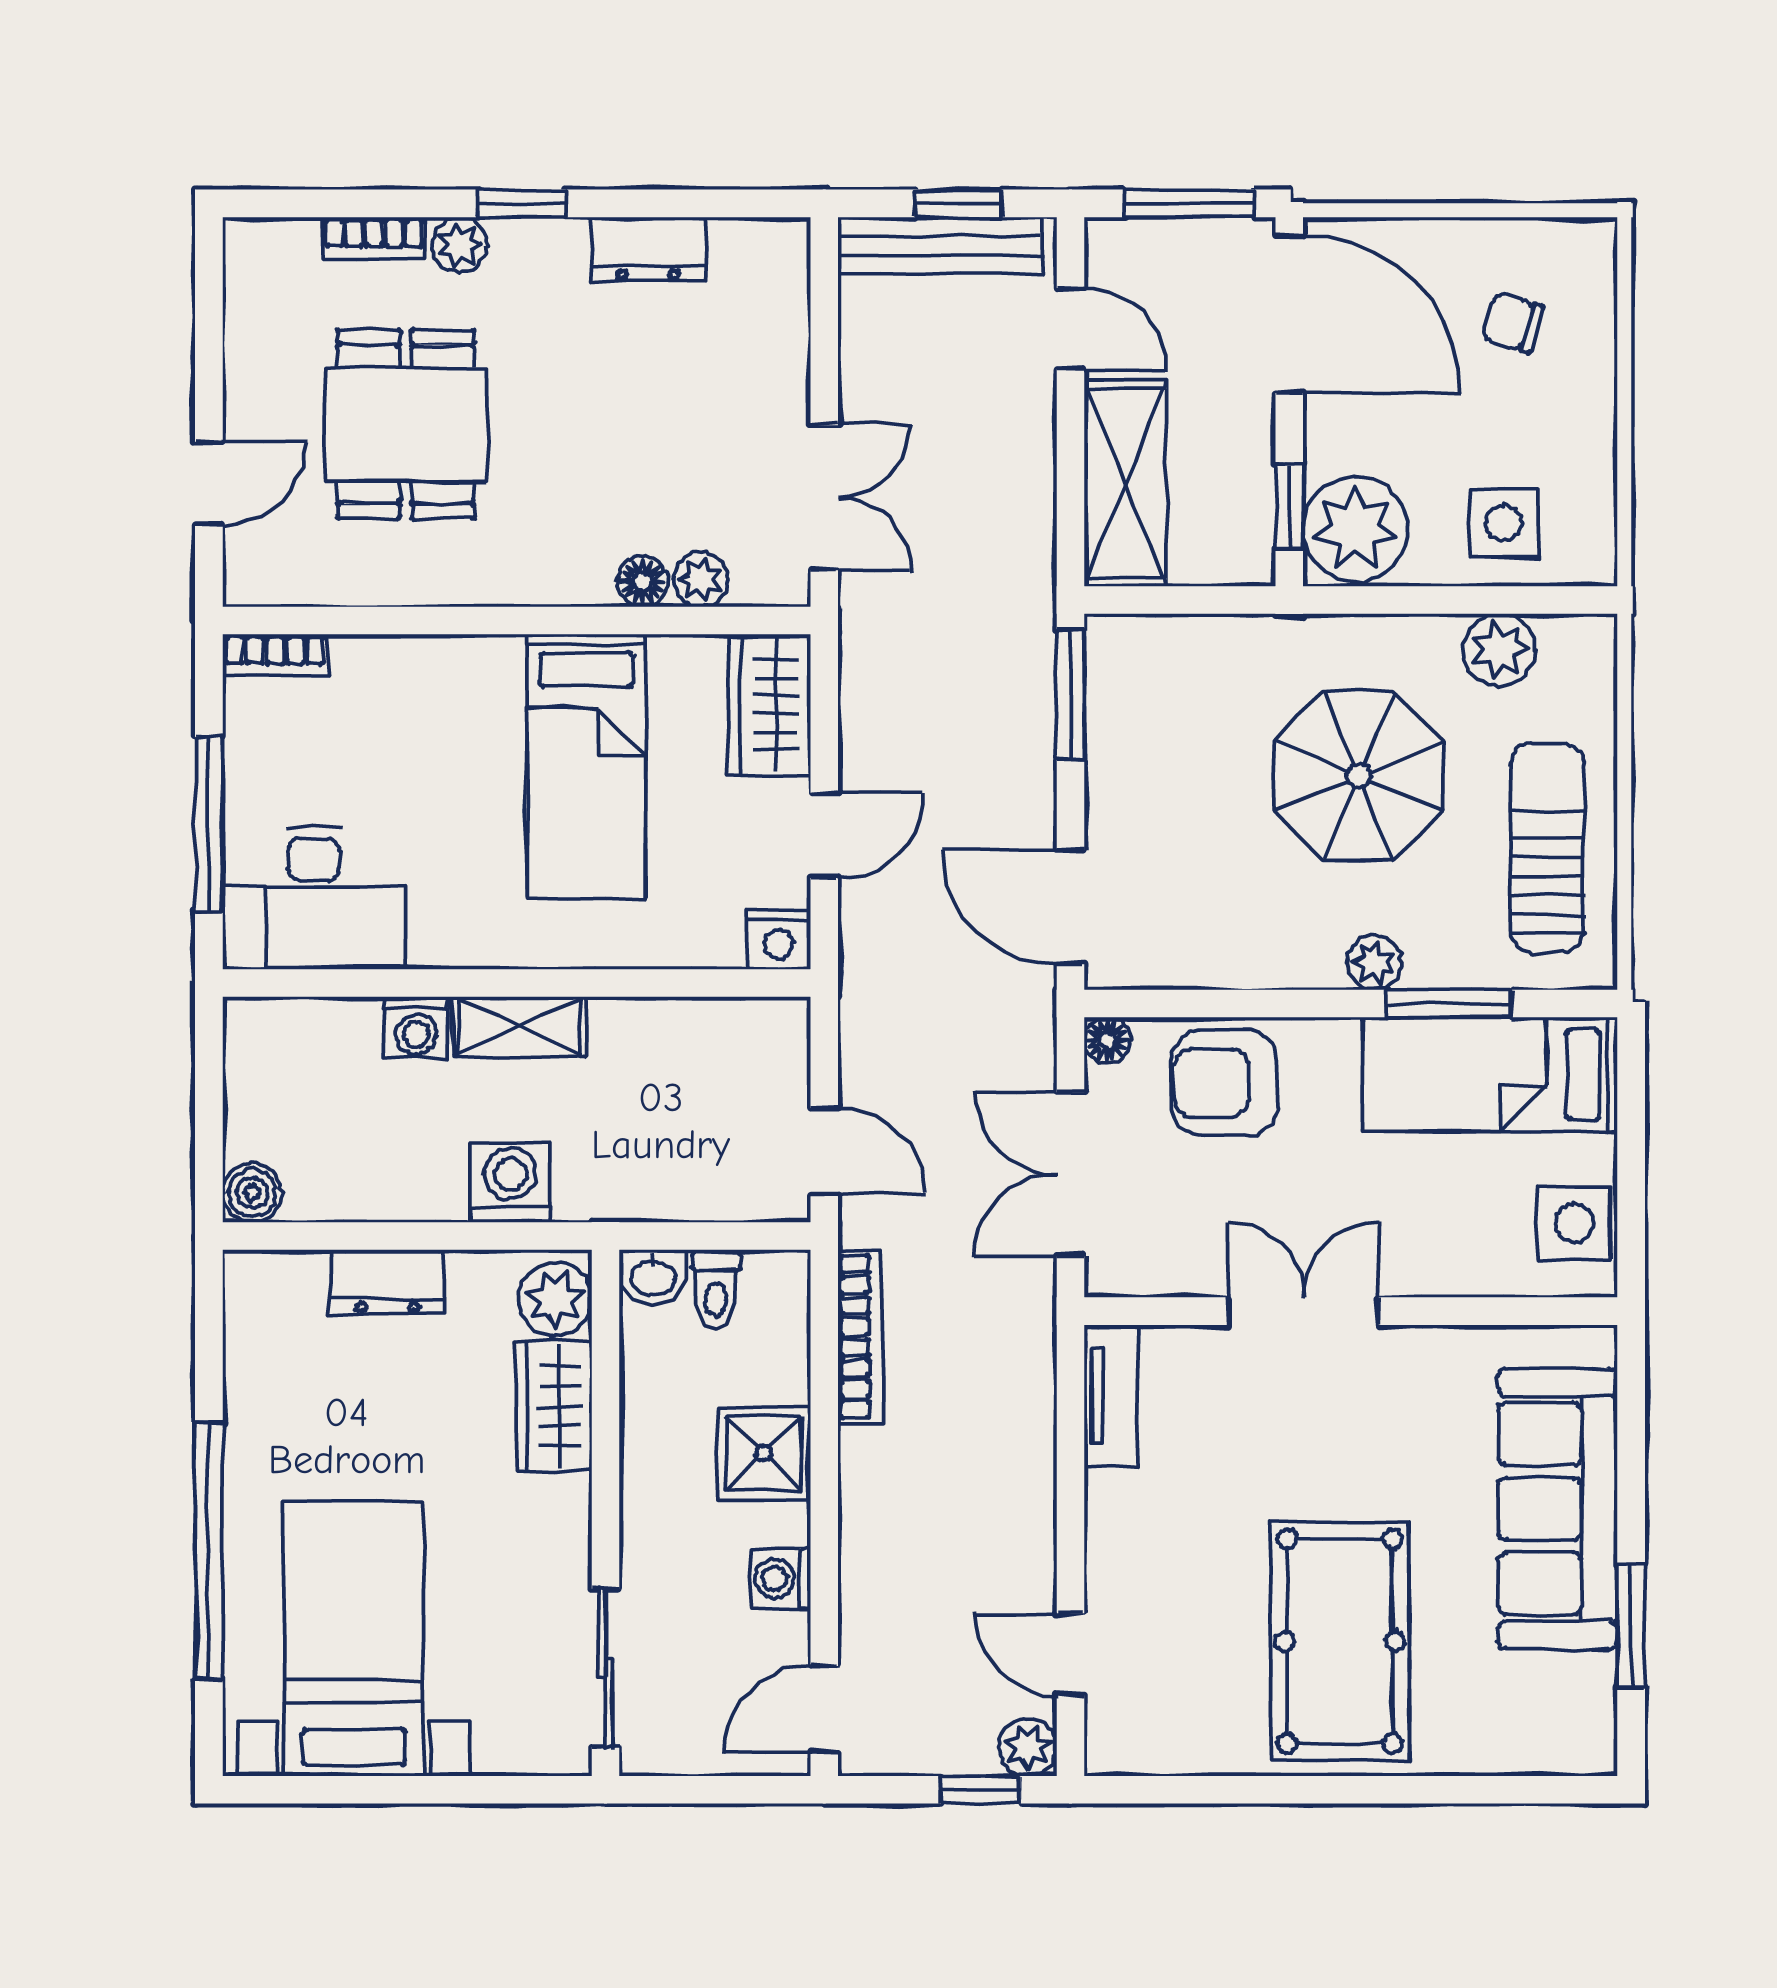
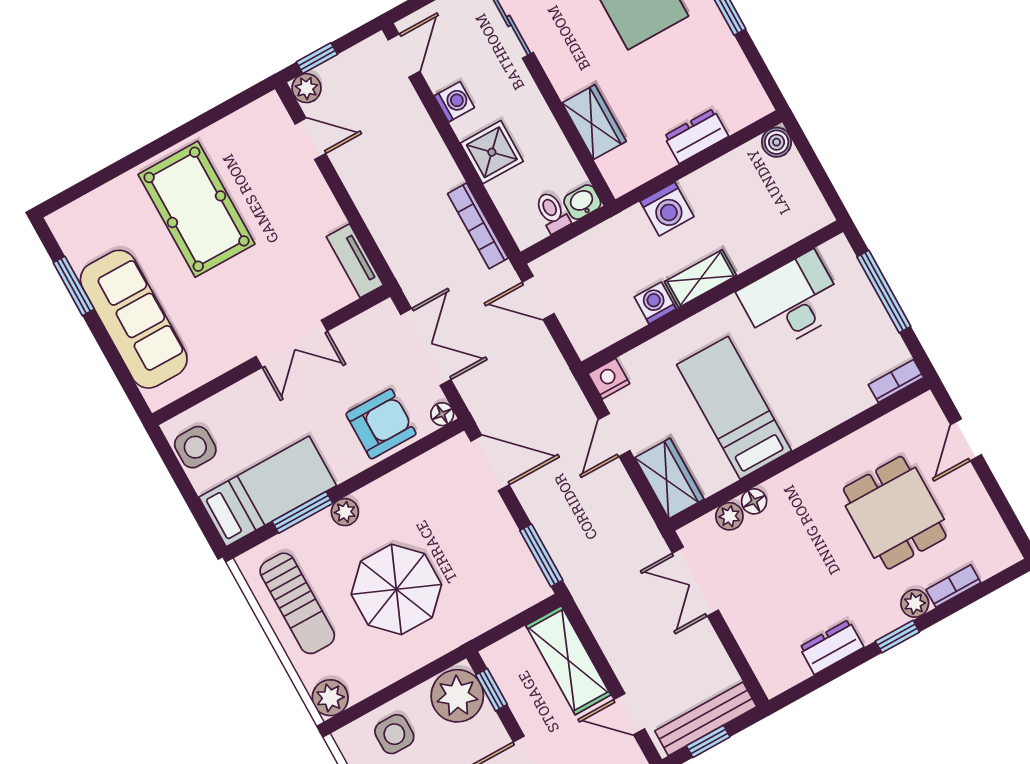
plant: (1499, 650) -> (330, 698), moved
desk: (313, 898) -> (792, 301), moved
washing machine: (416, 1028) -> (655, 303), moved
plant: (555, 1299) -> (619, 169), removed

